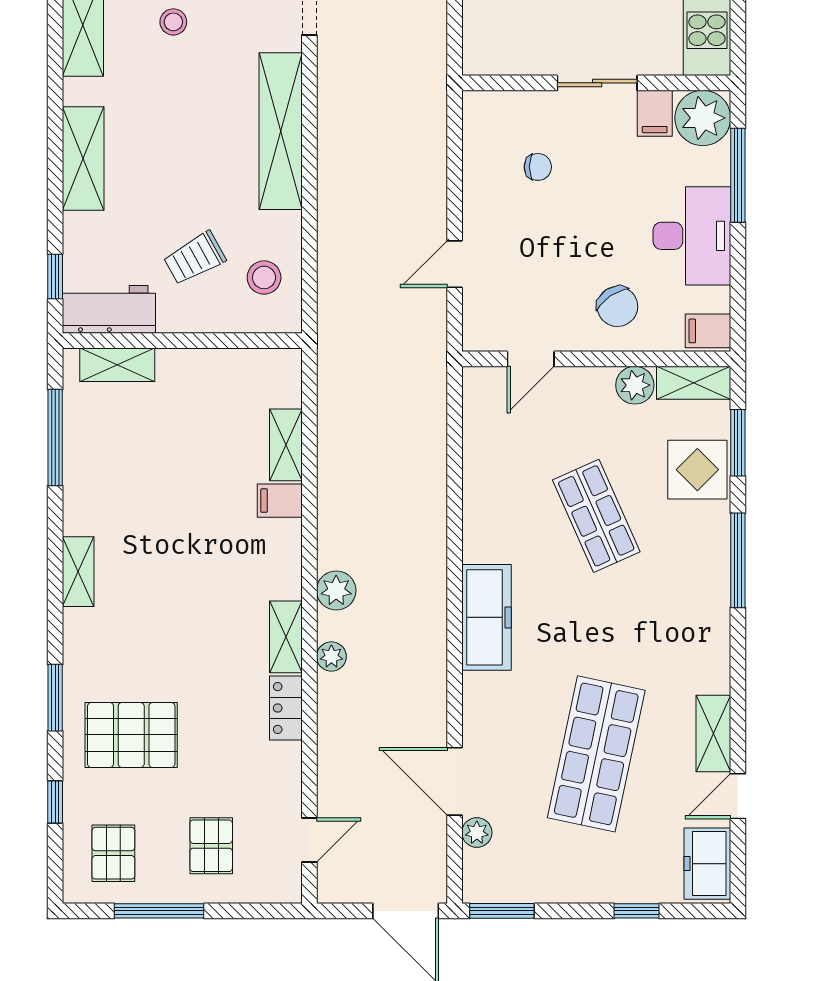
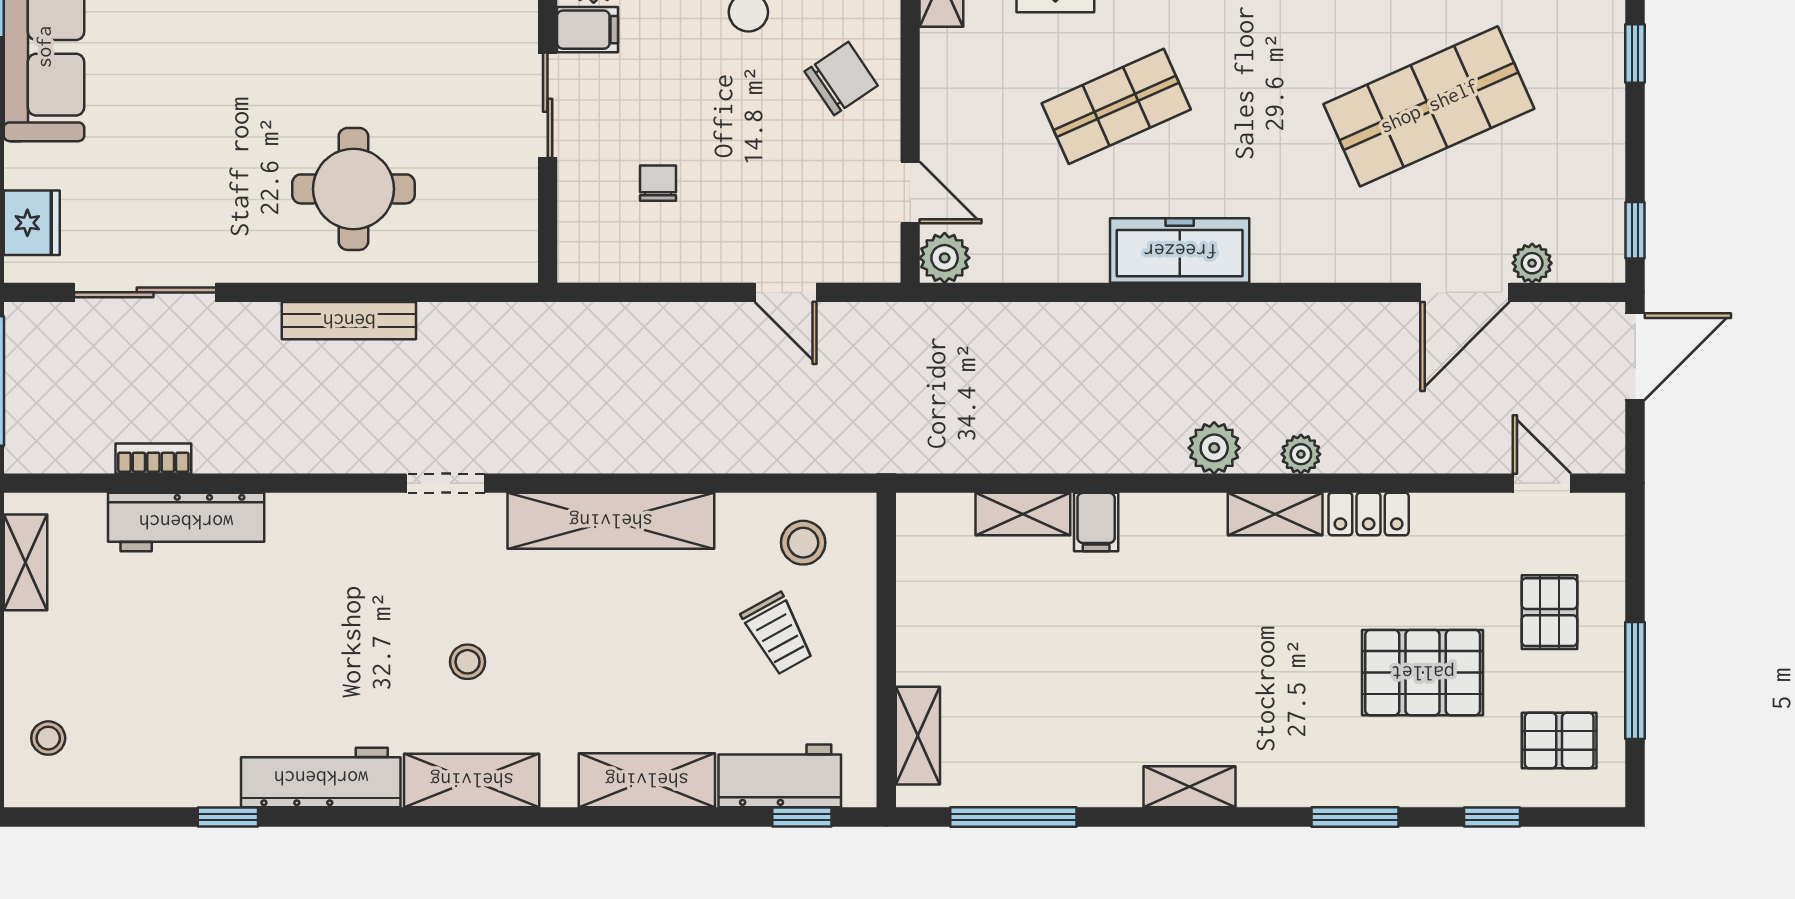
workbench: (109, 309) -> (780, 776), moved, turned 90
plant: (635, 385) -> (945, 258), moved
freezer: (486, 617) -> (1180, 251), moved
pallet: (131, 735) -> (1423, 673), moved, turned 90
shop shelf: (596, 754) -> (1429, 106), turned -36
pallet: (211, 846) -> (1549, 612), turned 90
window: (502, 911) -> (1635, 230), width x0.67

